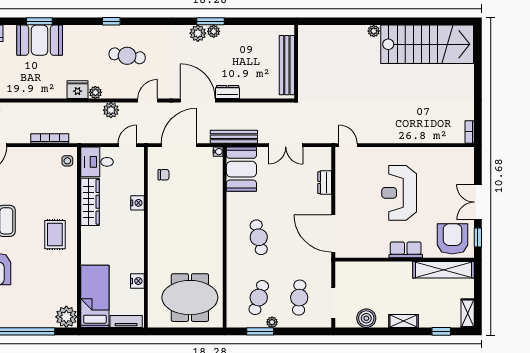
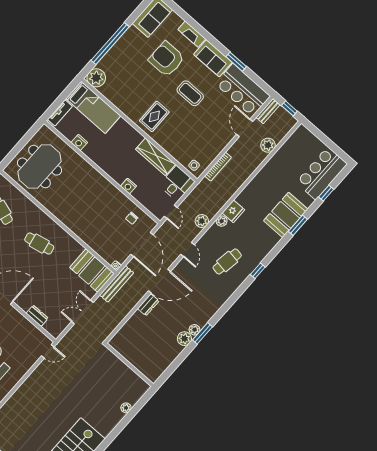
plant: (374, 31) -> (126, 408), moved
plant: (198, 33) -> (184, 339), moved
bench: (287, 65) -> (132, 357), removed
rug: (55, 235) -> (154, 116), turned 90

